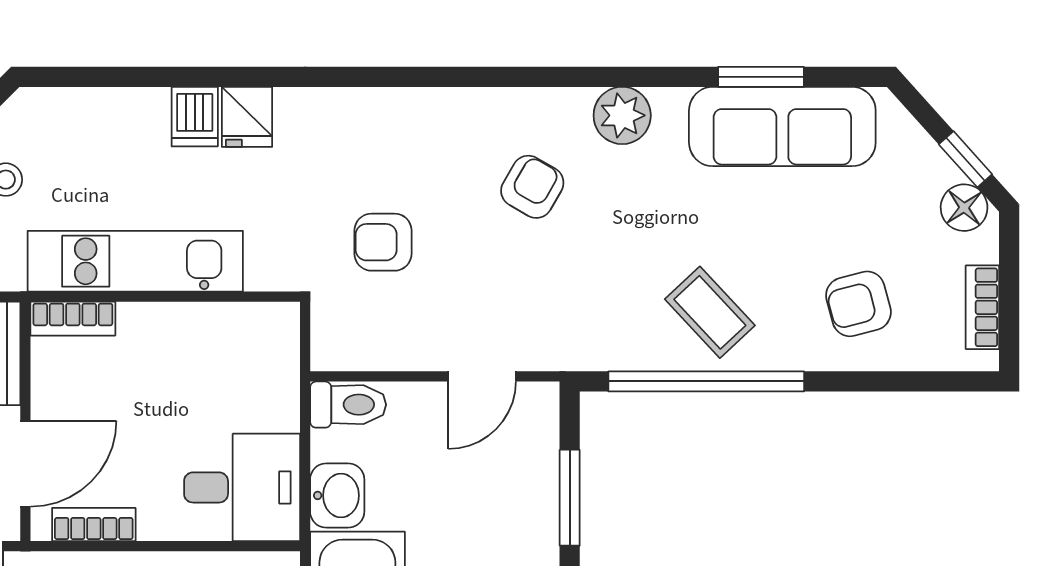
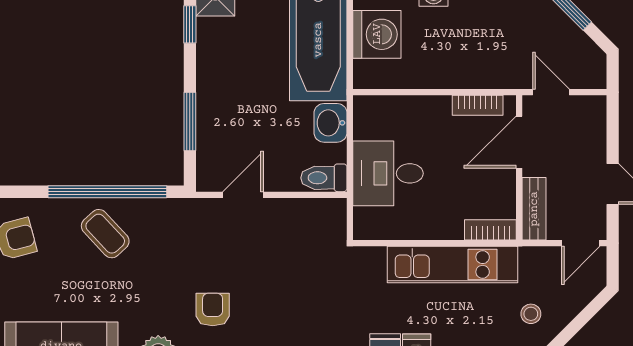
armchair: (532, 187) -> (213, 309), turned 150
armchair: (383, 242) -> (303, 276), removed
desk: (242, 487) -> (388, 173), moved

